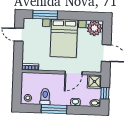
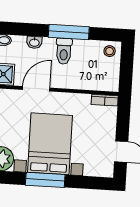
window: (45, 15) -> (45, 180), moved
toilet: (45, 97) -> (64, 51), moved

